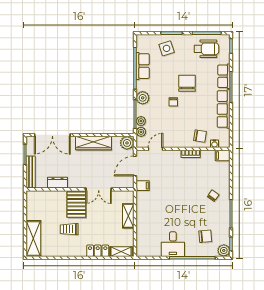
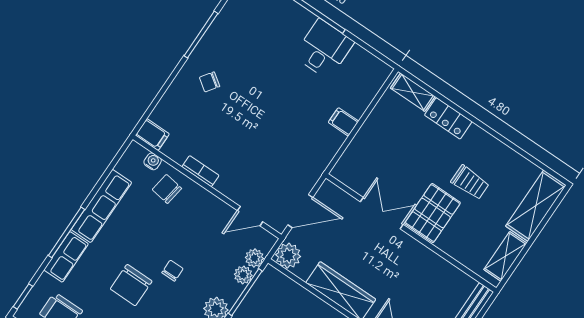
dresser: (58, 183) -> (439, 267), removed
filing cabinet: (143, 186) -> (343, 122), moved
shelving: (128, 216) -> (505, 256), moved
chair: (205, 236) -> (265, 27), removed

